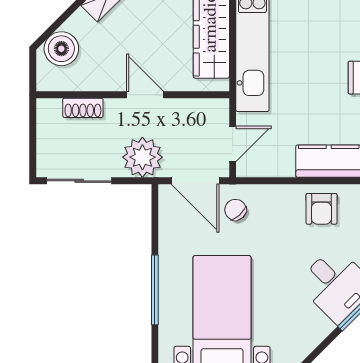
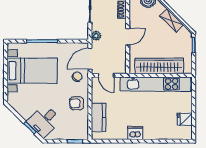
plant: (142, 157) -> (96, 36), width x0.53, depth x0.53
armchair: (321, 209) -> (77, 103), moved

